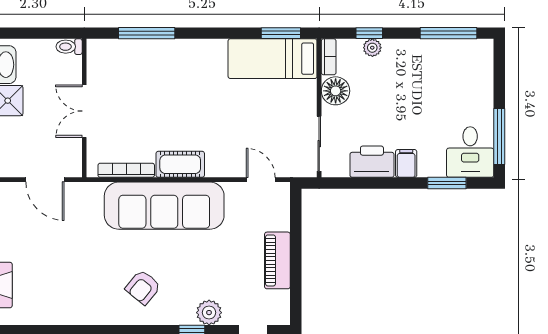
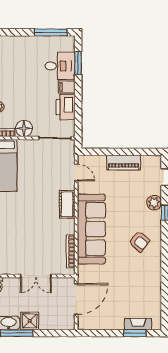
desk: (470, 152) -> (60, 66), moved
cot: (180, 164) -> (67, 204), moved
door: (45, 180) -> (76, 299), width x1.36
door: (261, 180) -> (76, 172), swing flipped

